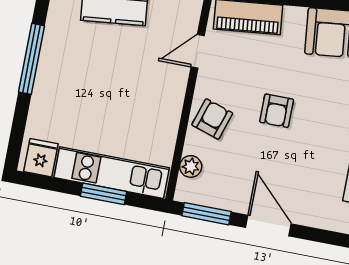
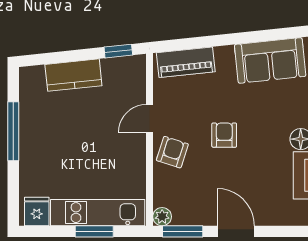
door: (198, 51) -> (150, 119), moved
armchair: (277, 111) -> (224, 135), turned 180
plant: (191, 166) -> (162, 217), moved

